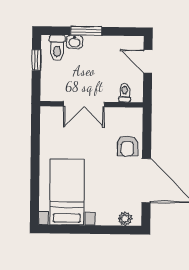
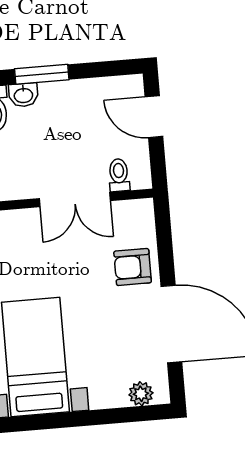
double door: (84, 104) -> (75, 200), moved
armchair: (127, 146) -> (133, 267), turned 90

